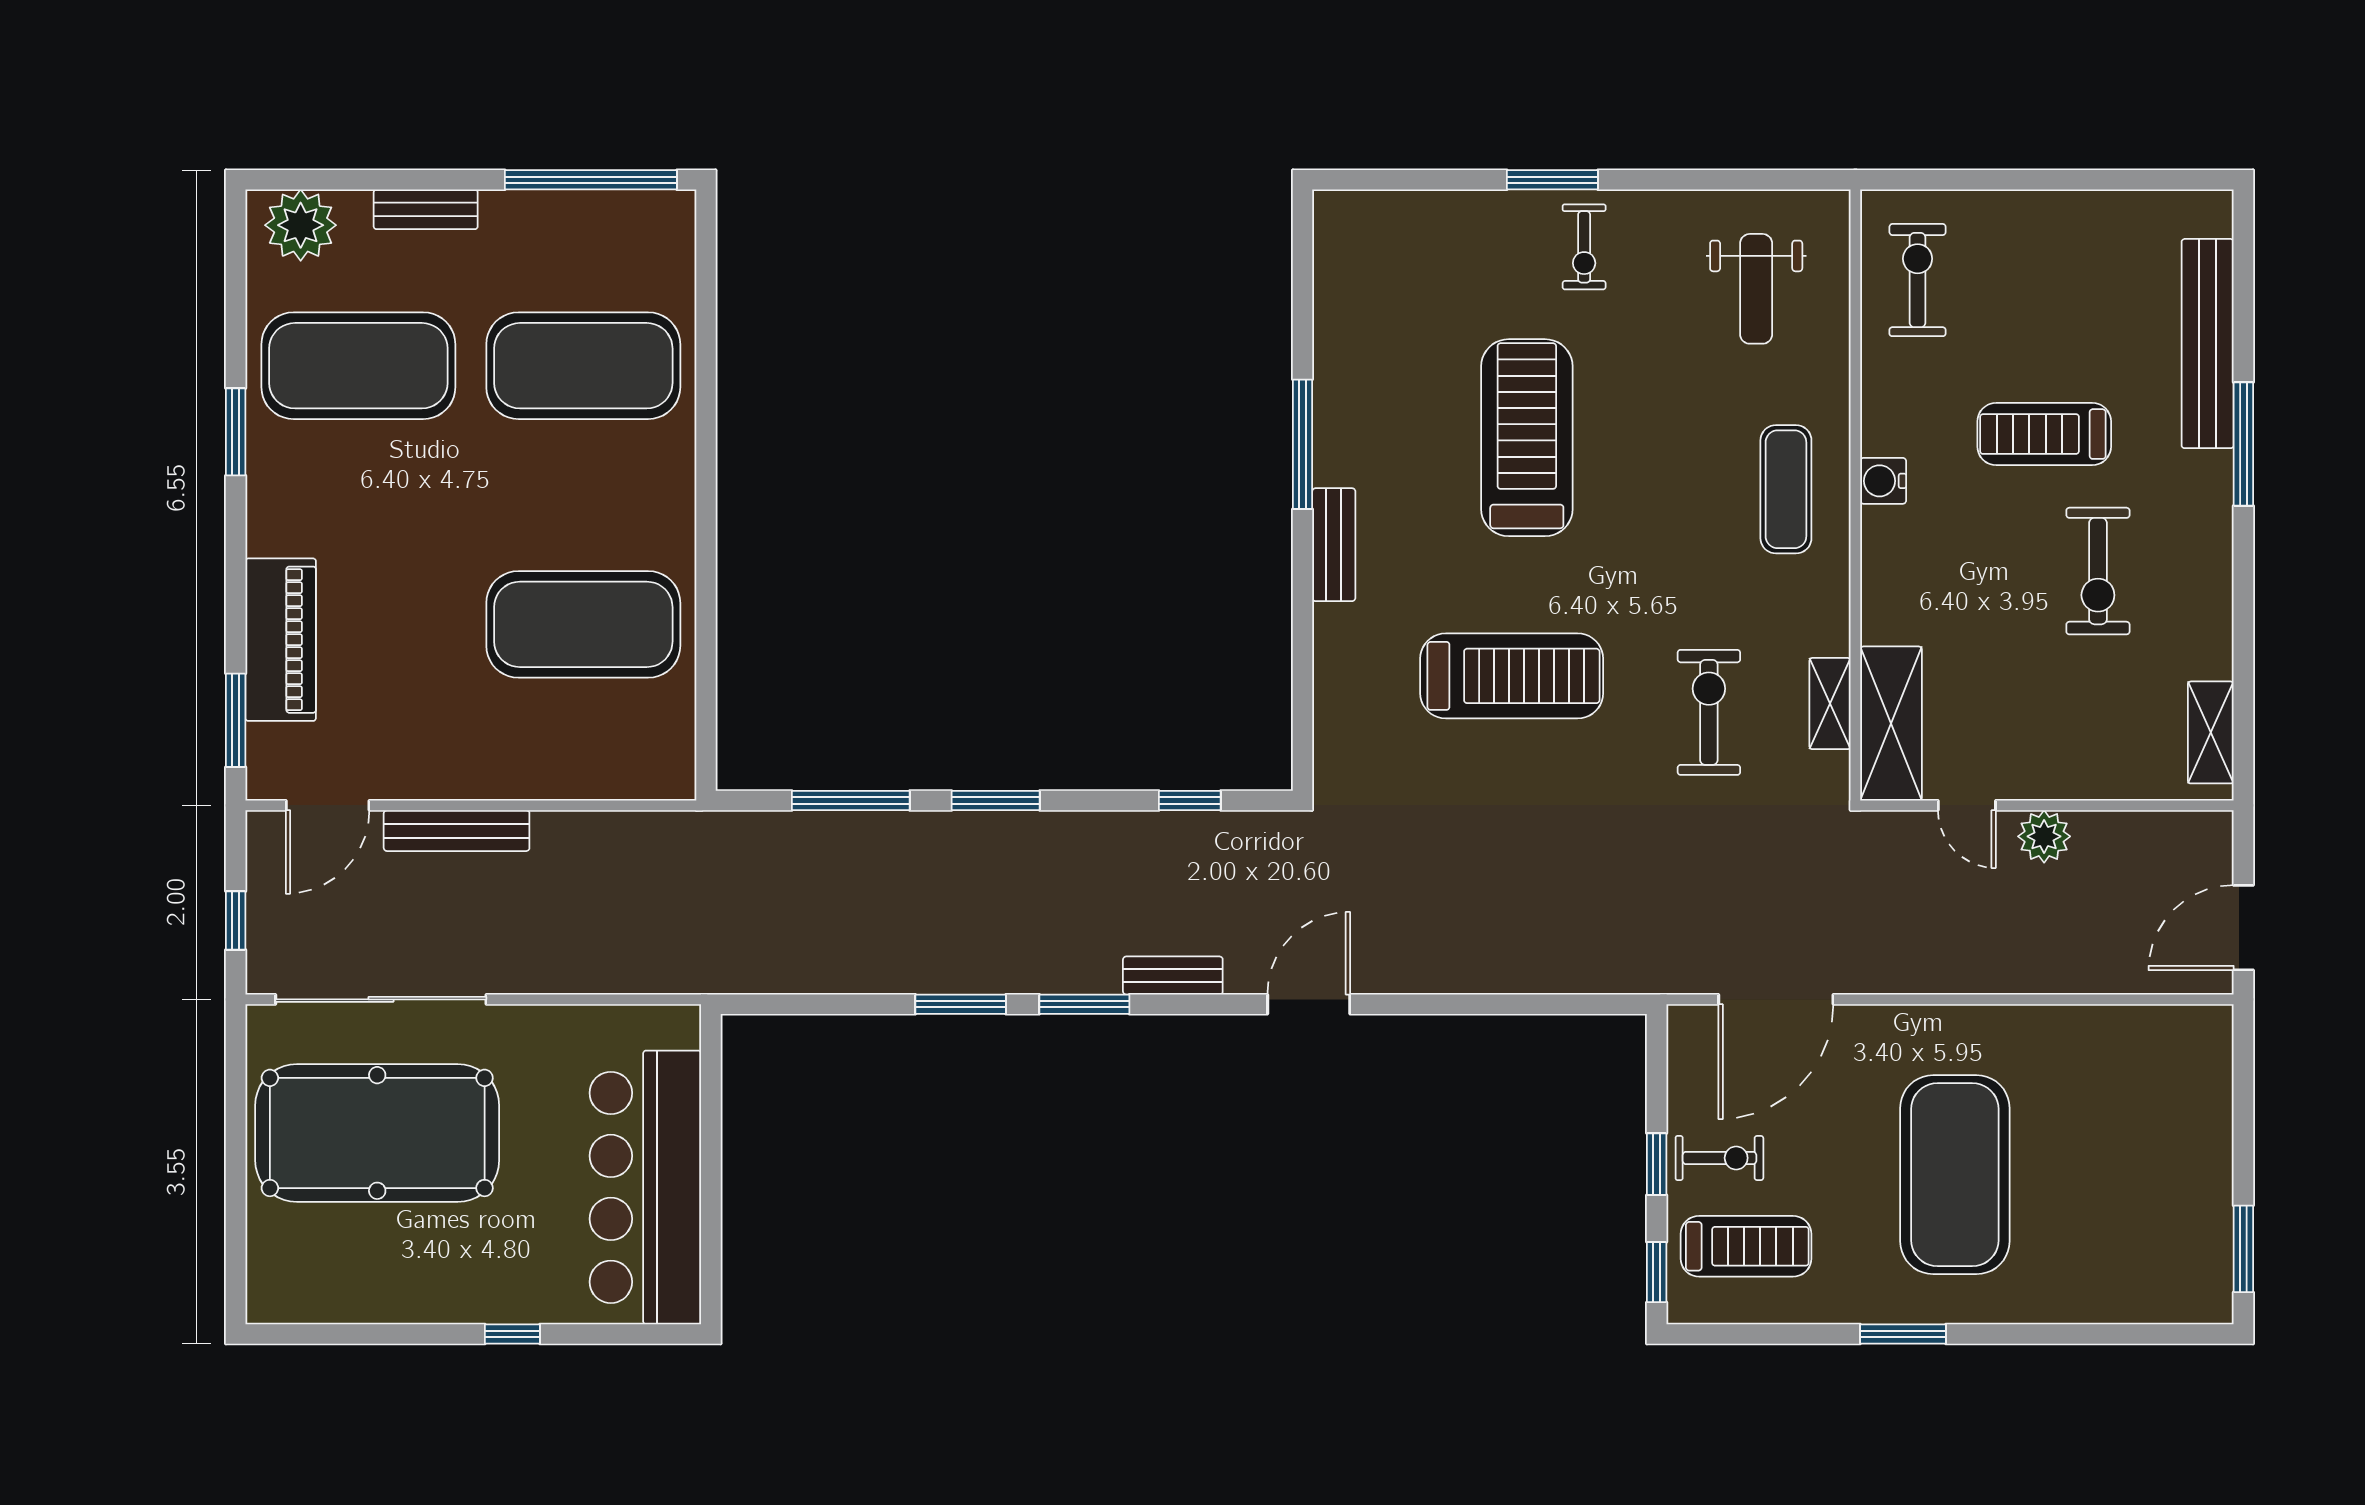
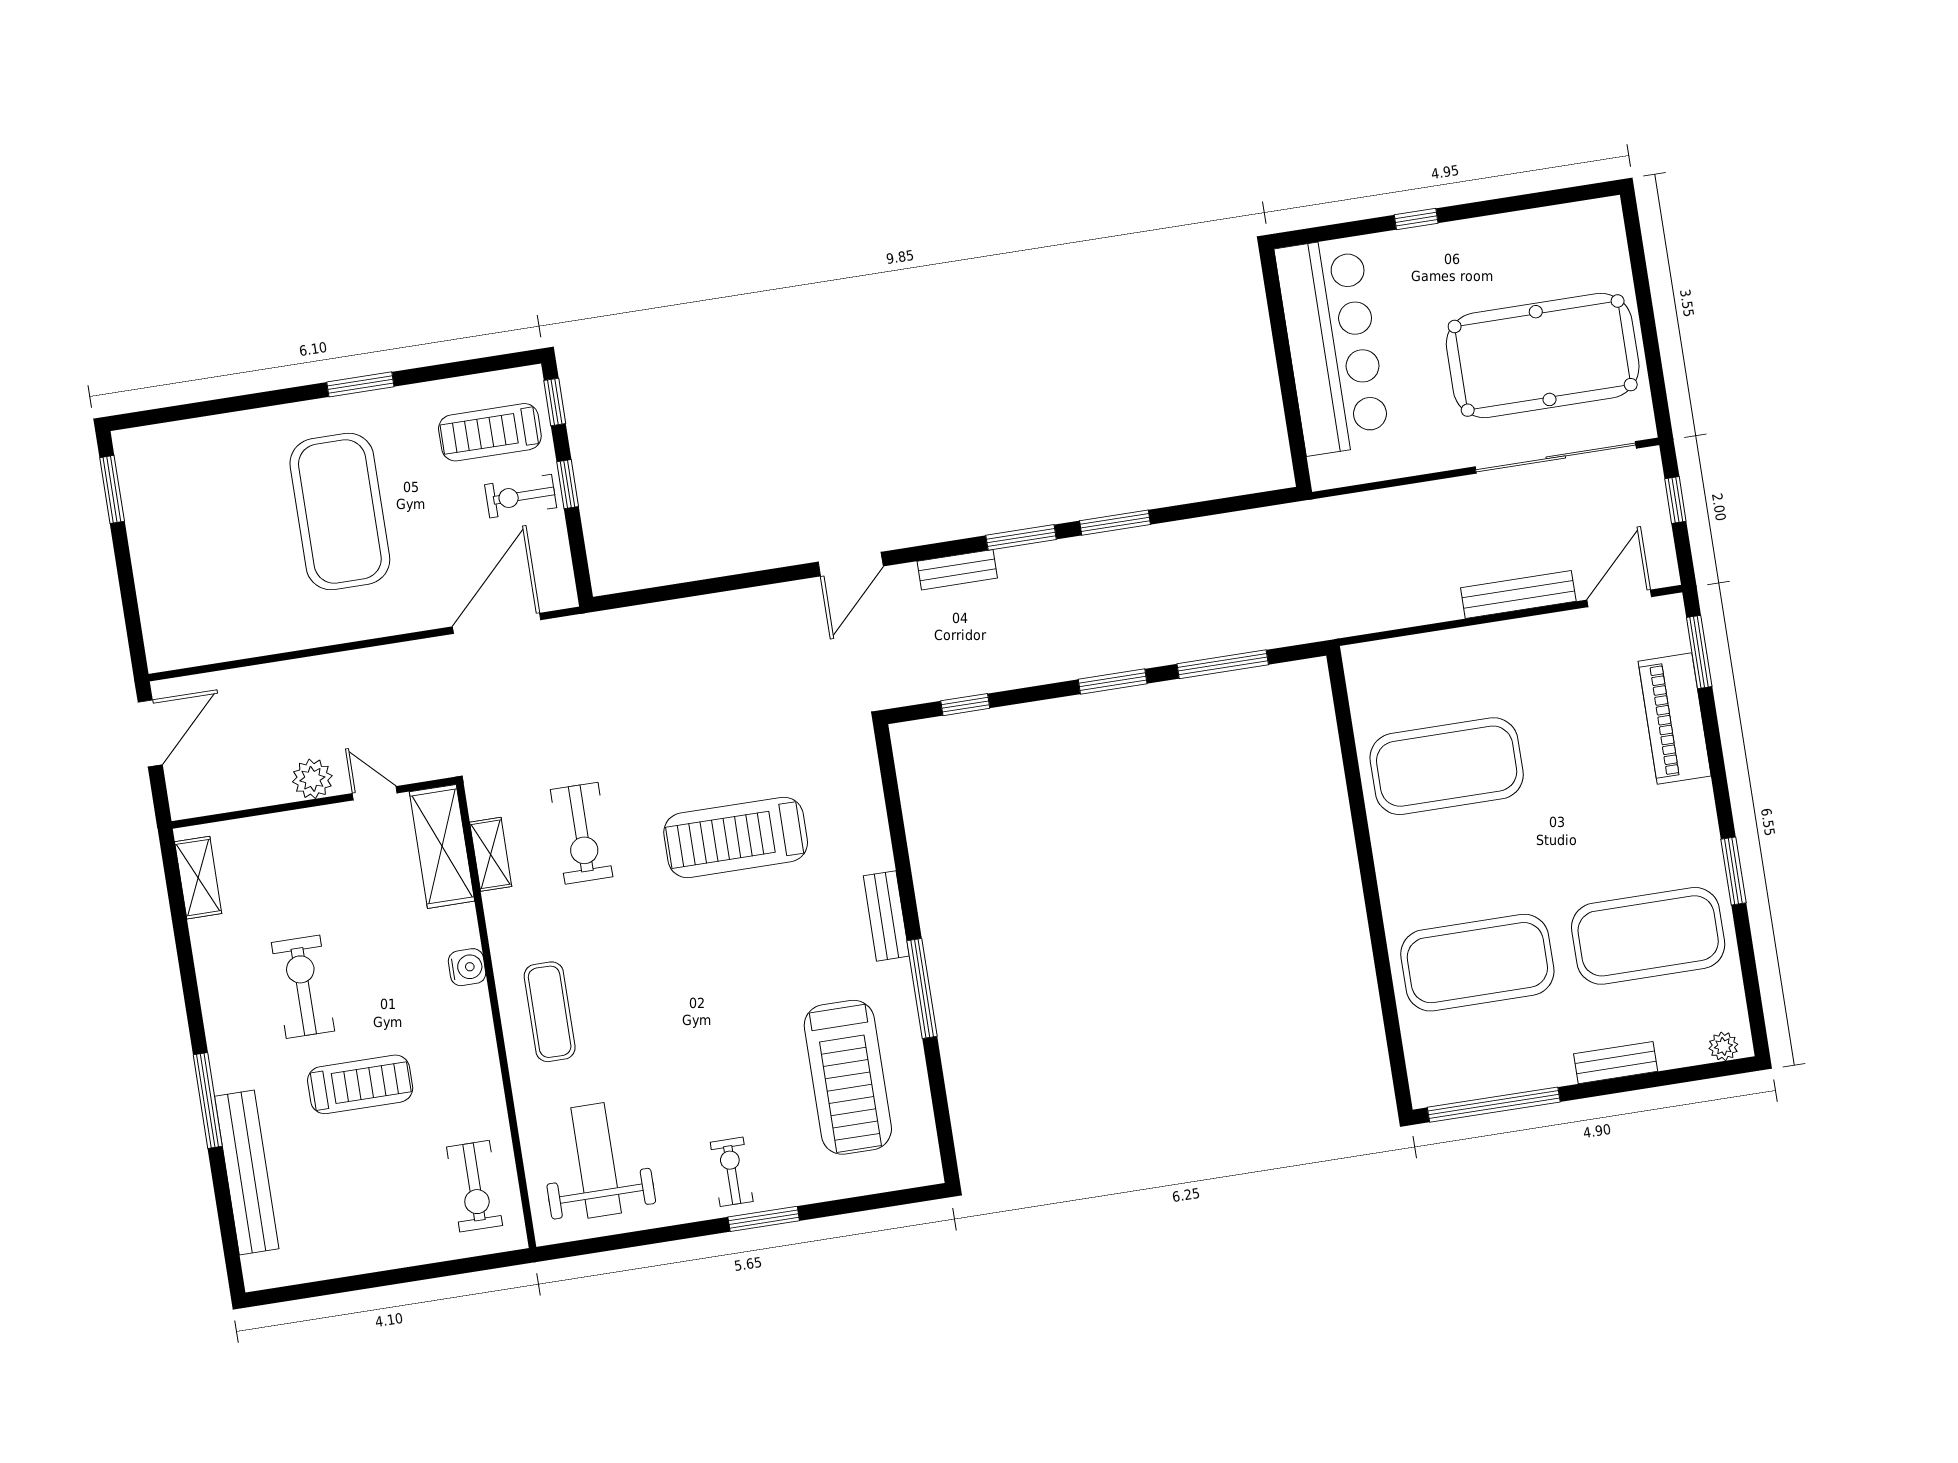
plant: (301, 225) -> (1723, 1046), width x0.53, depth x0.53
weight bench: (1756, 289) -> (596, 1160), width x1.36, depth x1.33
treadmill: (1527, 438) -> (848, 1077), moved
water cooler: (1883, 481) -> (467, 967), moved

